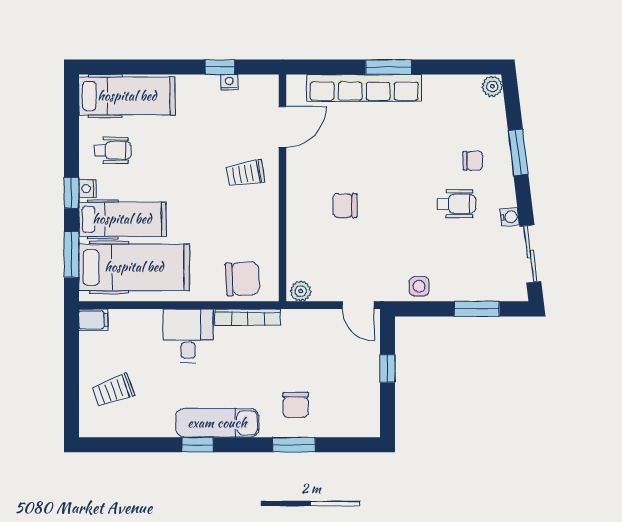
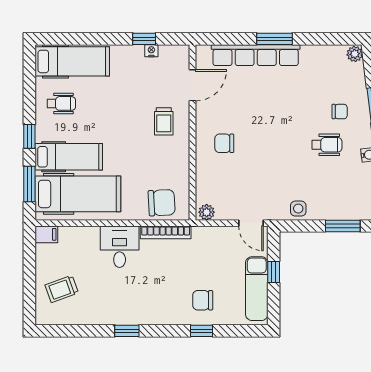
trolley: (245, 174) -> (164, 121), turned -80
nightstand: (87, 189) -> (42, 133), removed
chair: (345, 206) -> (224, 143), moved
chair: (296, 405) -> (203, 300), turned 90
exam couch: (217, 423) -> (257, 289), moved, turned -90
window: (294, 445) -> (201, 331), width x0.67

